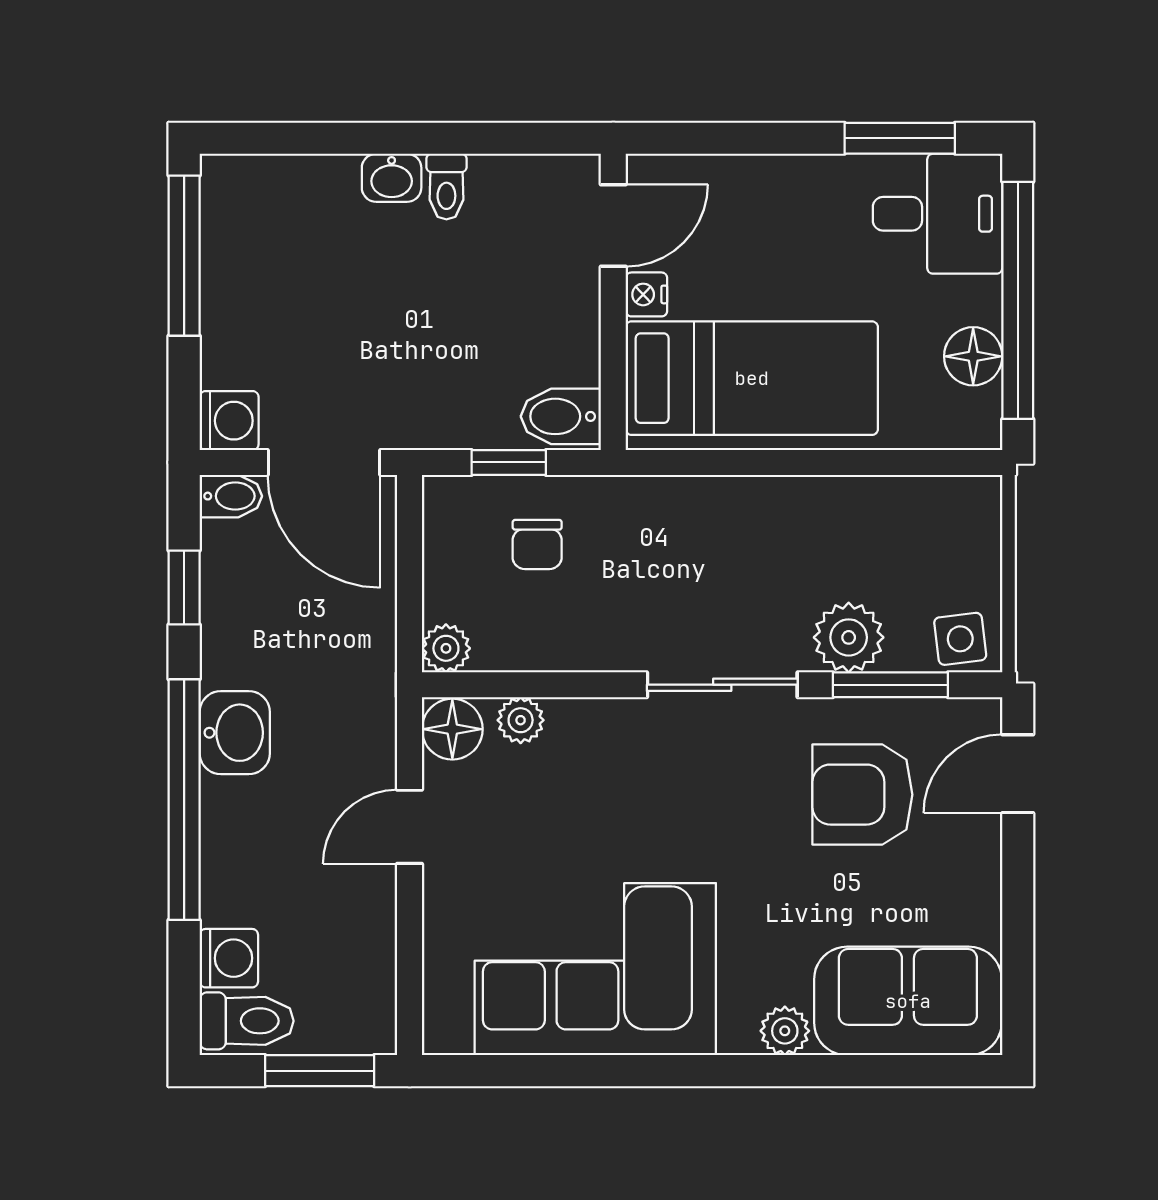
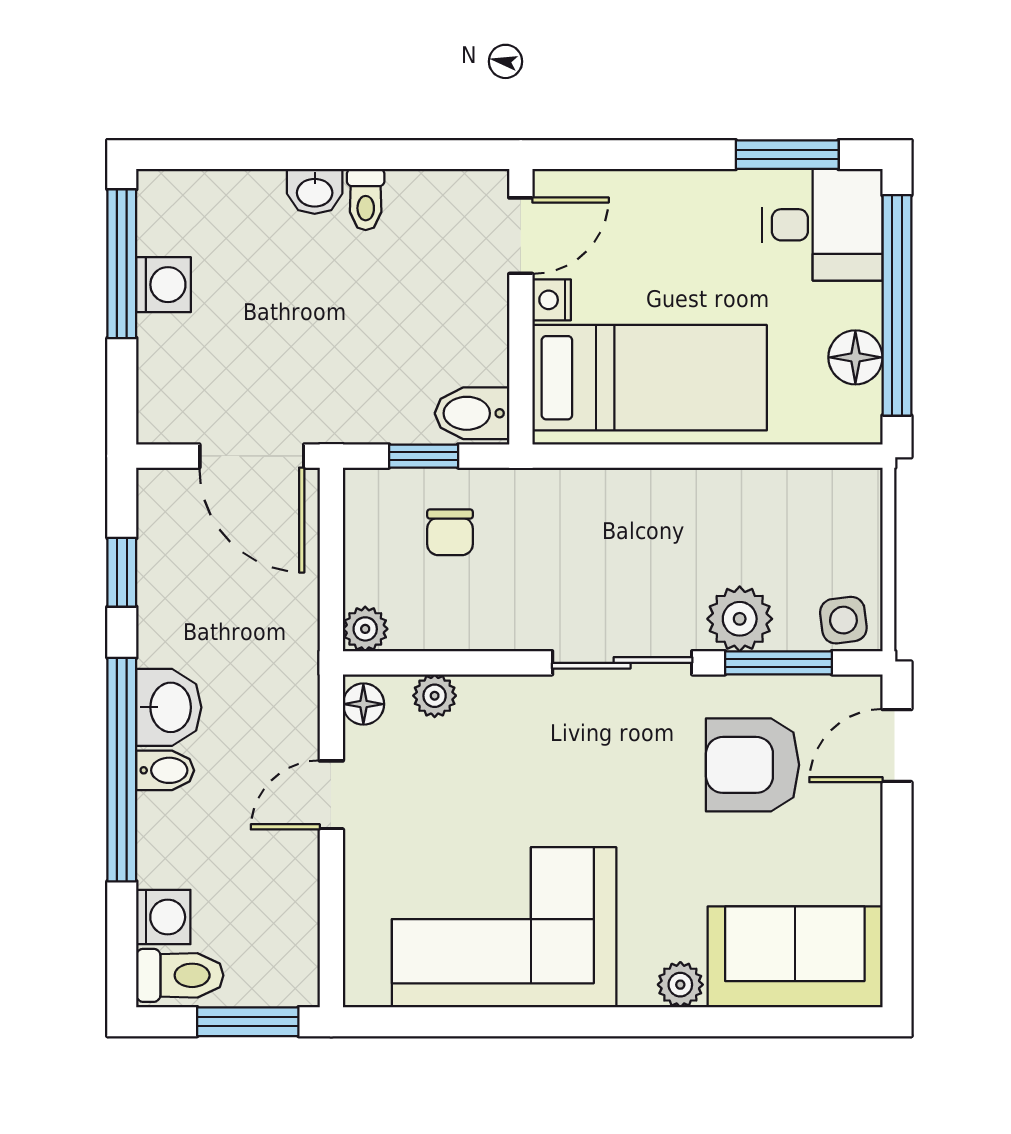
washing machine: (229, 421) -> (164, 285), moved
bidet: (231, 496) -> (165, 770), moved
floor lamp: (452, 729) -> (363, 704), width x0.73, depth x0.73

